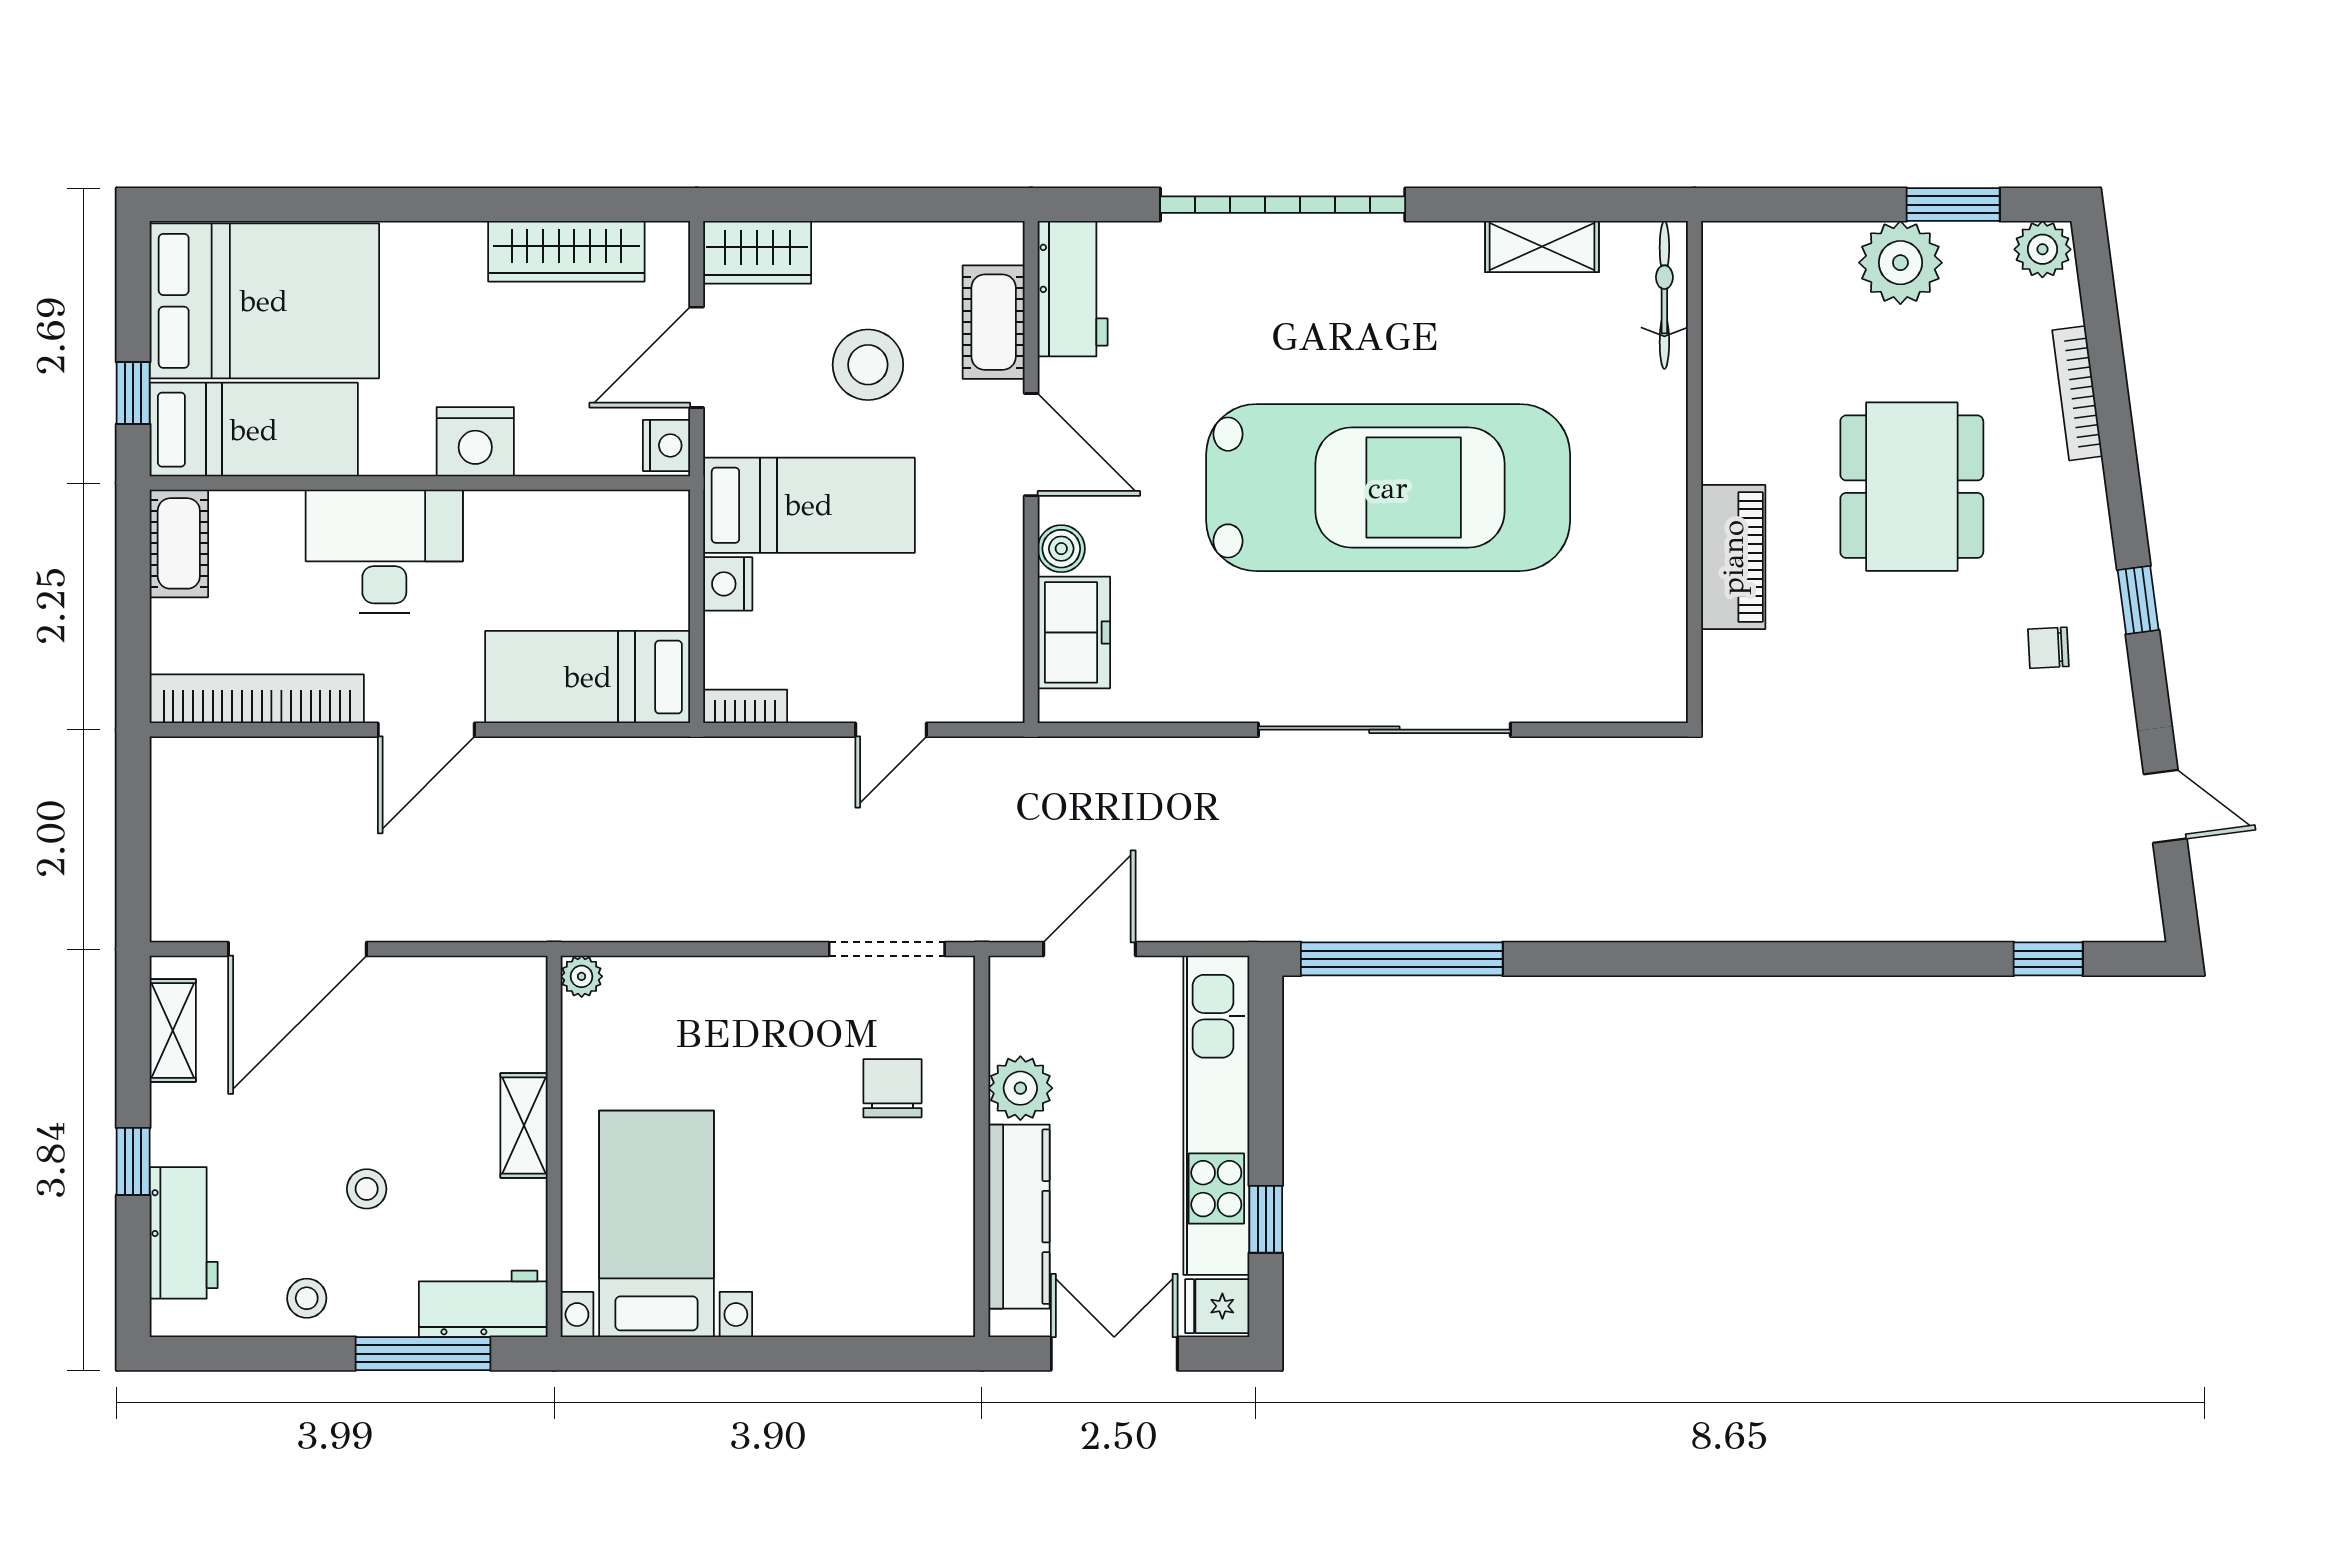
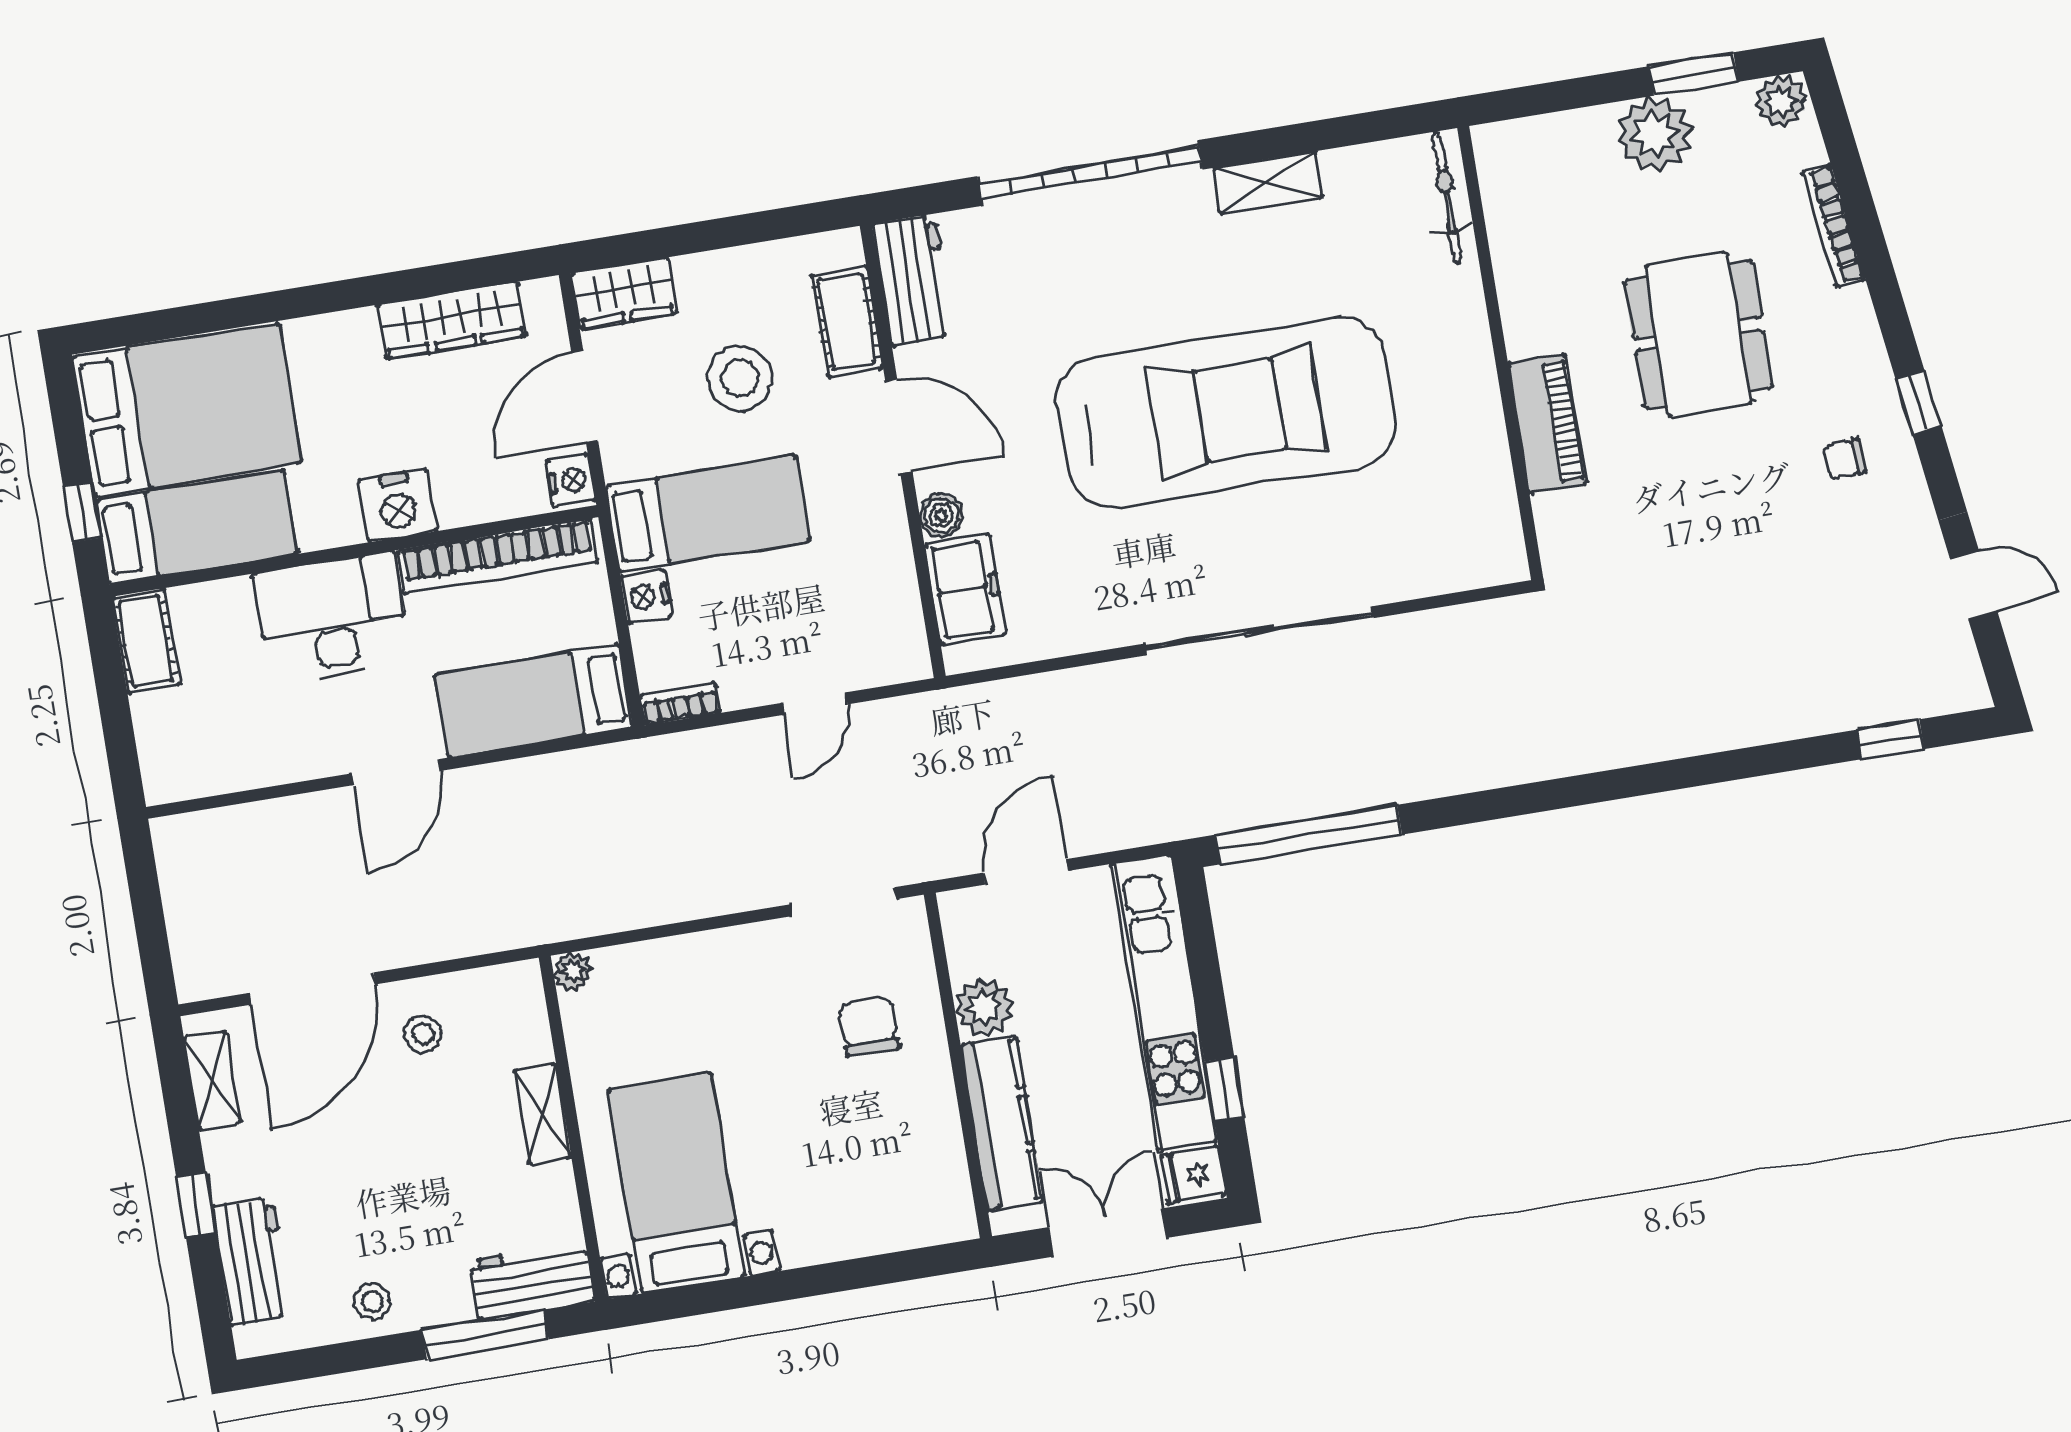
shelving: (1542, 247) -> (1268, 183), moved
bookcase: (257, 699) -> (498, 556), moved, turned 180
stool: (367, 1189) -> (423, 1034), moved

